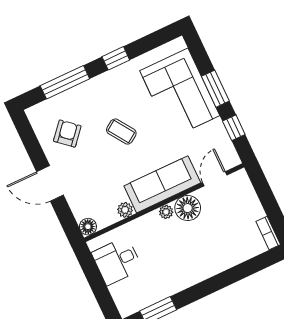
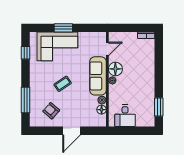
window: (116, 58) -> (25, 53), moved
window: (234, 128) -> (87, 28), removed
door: (215, 179) -> (107, 49), swing flipped
floor lamp: (88, 227) -> (102, 110), moved

